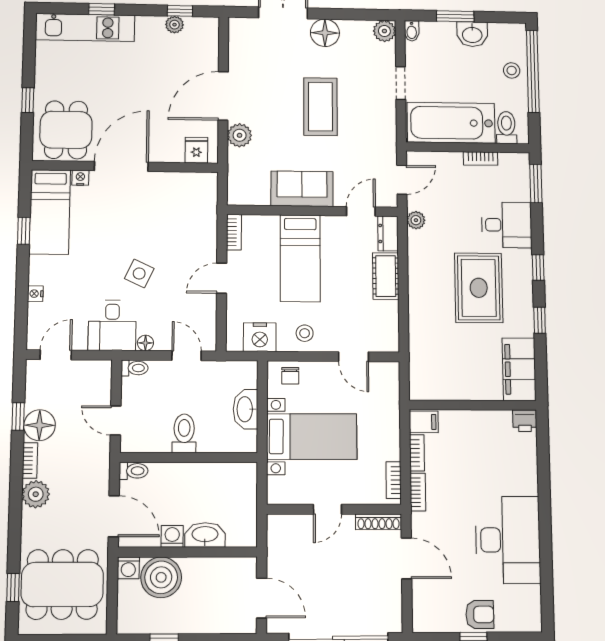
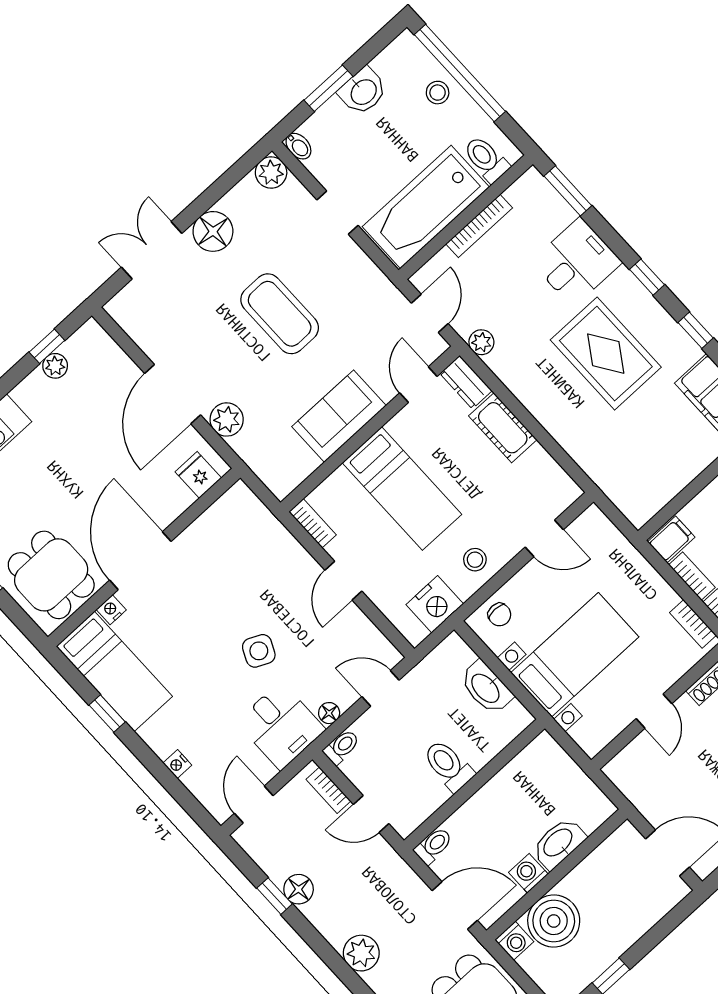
bookcase: (480, 159) -> (479, 226), width x1.56
floor lamp: (40, 425) -> (299, 889), width x0.73, depth x0.73
bookcase: (30, 460) -> (328, 790), moved, turned 180

